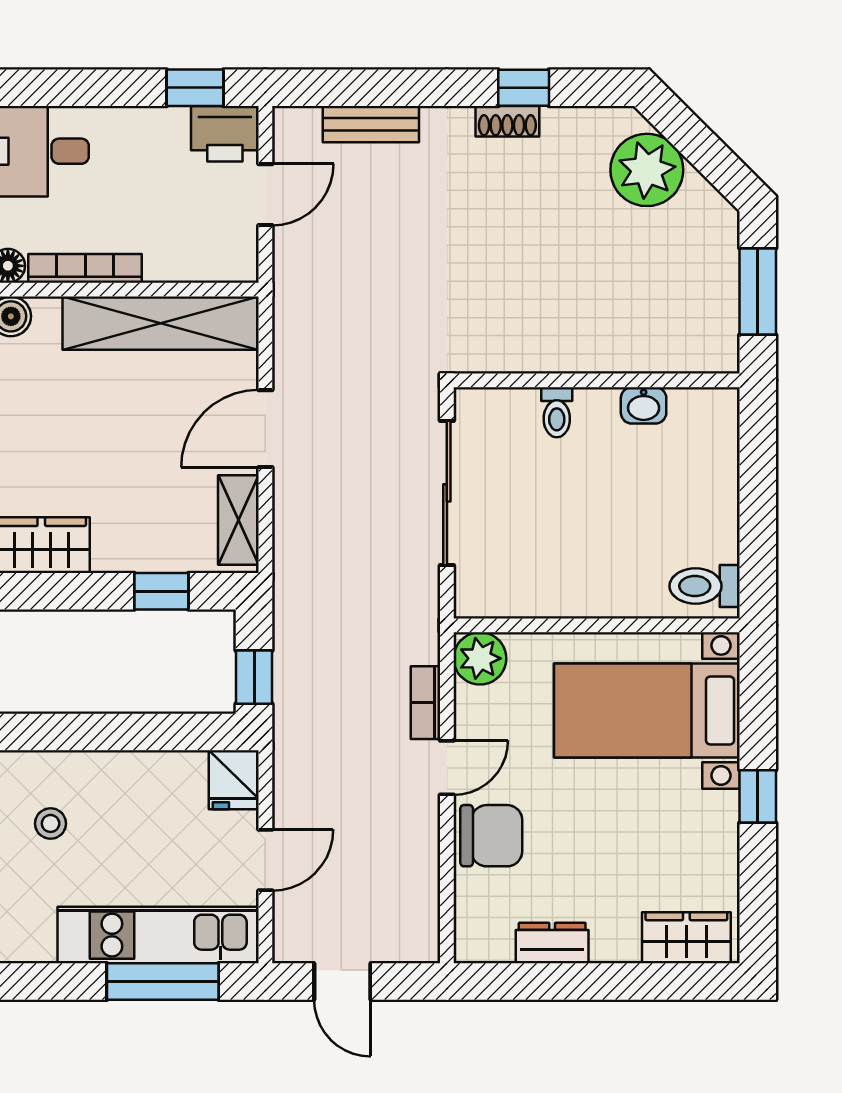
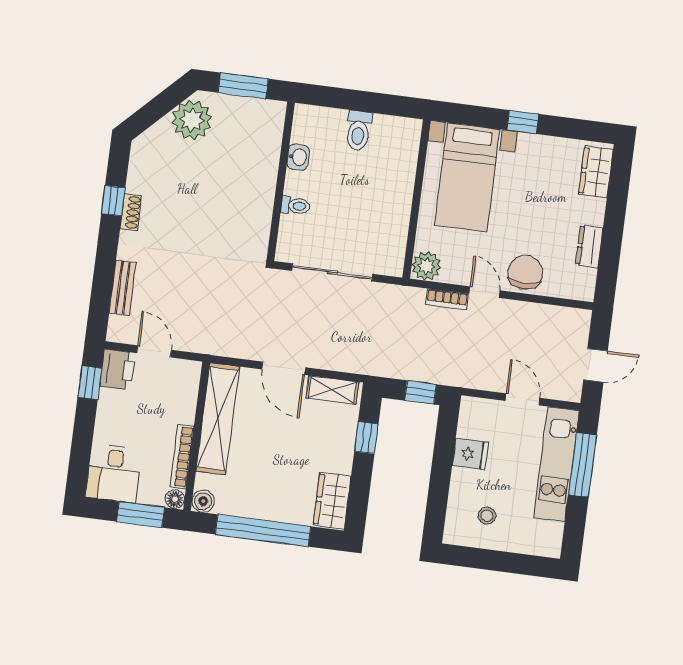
plant: (647, 170) -> (192, 120), moved
toilet: (705, 586) -> (359, 131), moved
fridge: (234, 780) -> (470, 454), moved

